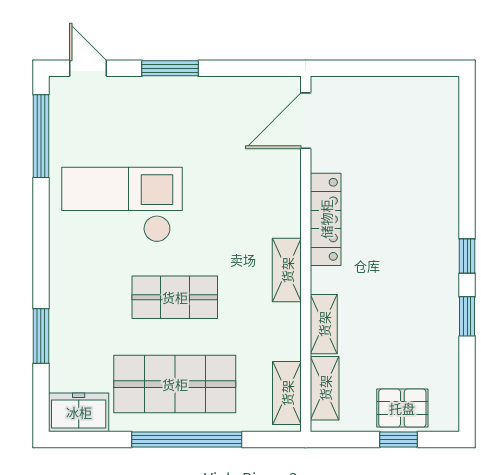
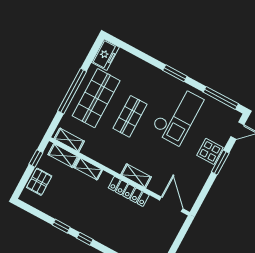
display table: (159, 101) -> (210, 151), added
shelving: (287, 270) -> (136, 176), moved
window: (41, 336) -> (175, 73), moved
window: (399, 440) -> (36, 158), moved

